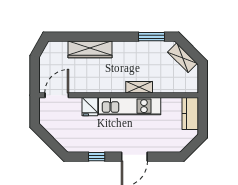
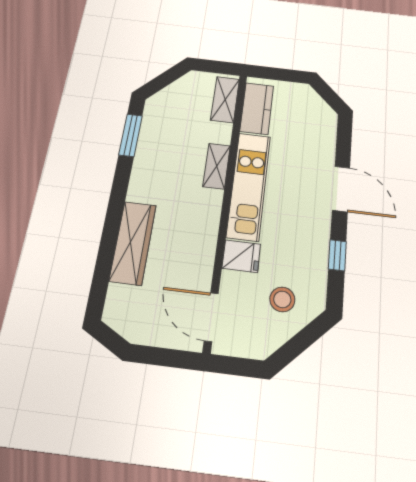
shelving: (182, 58) -> (225, 100), moved, turned -45
kitchen counter: (190, 114) -> (257, 108), moved, turned -90
stool: (70, 130) -> (282, 299), added

